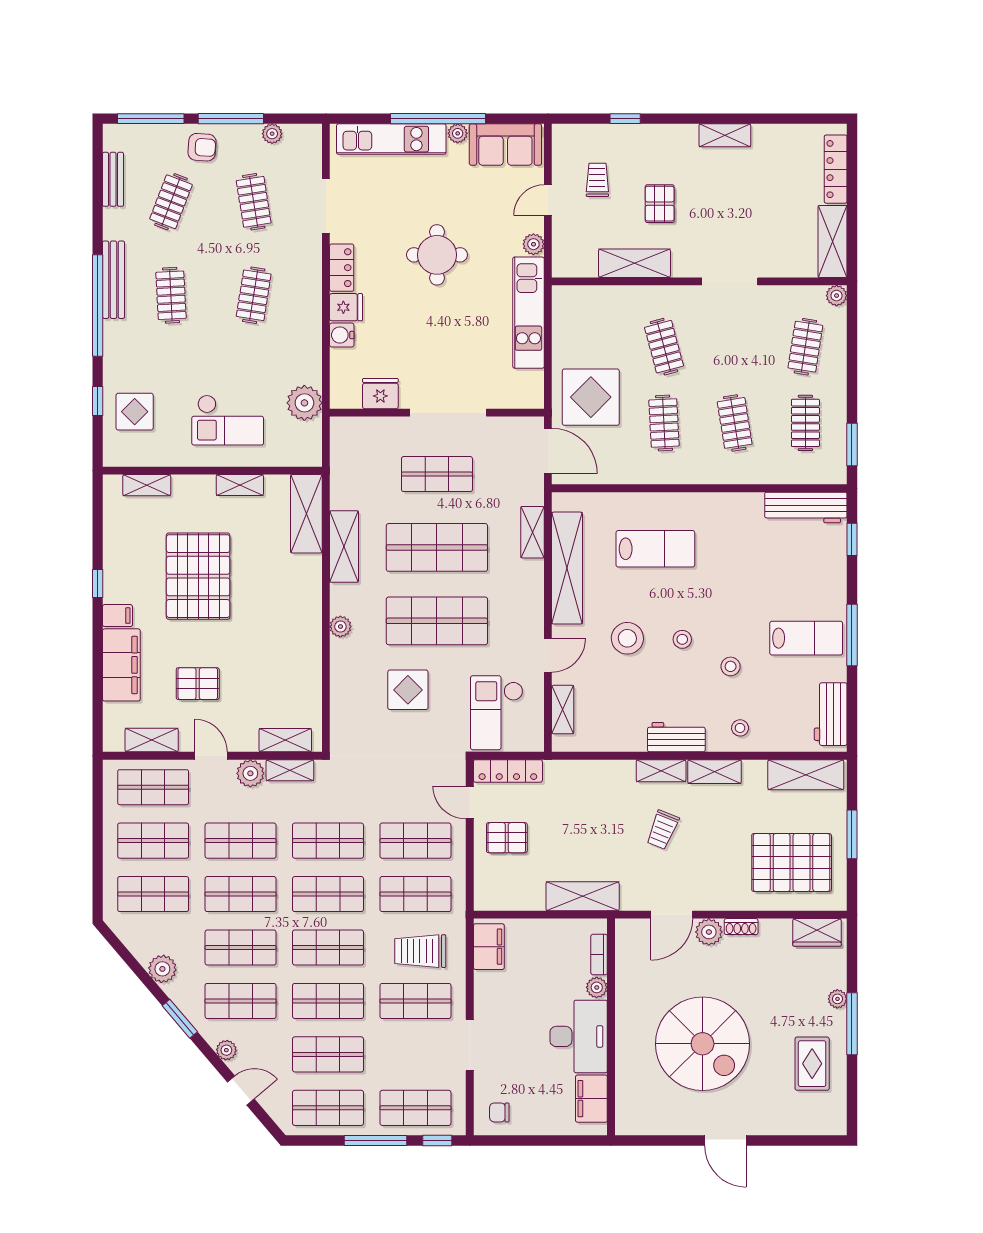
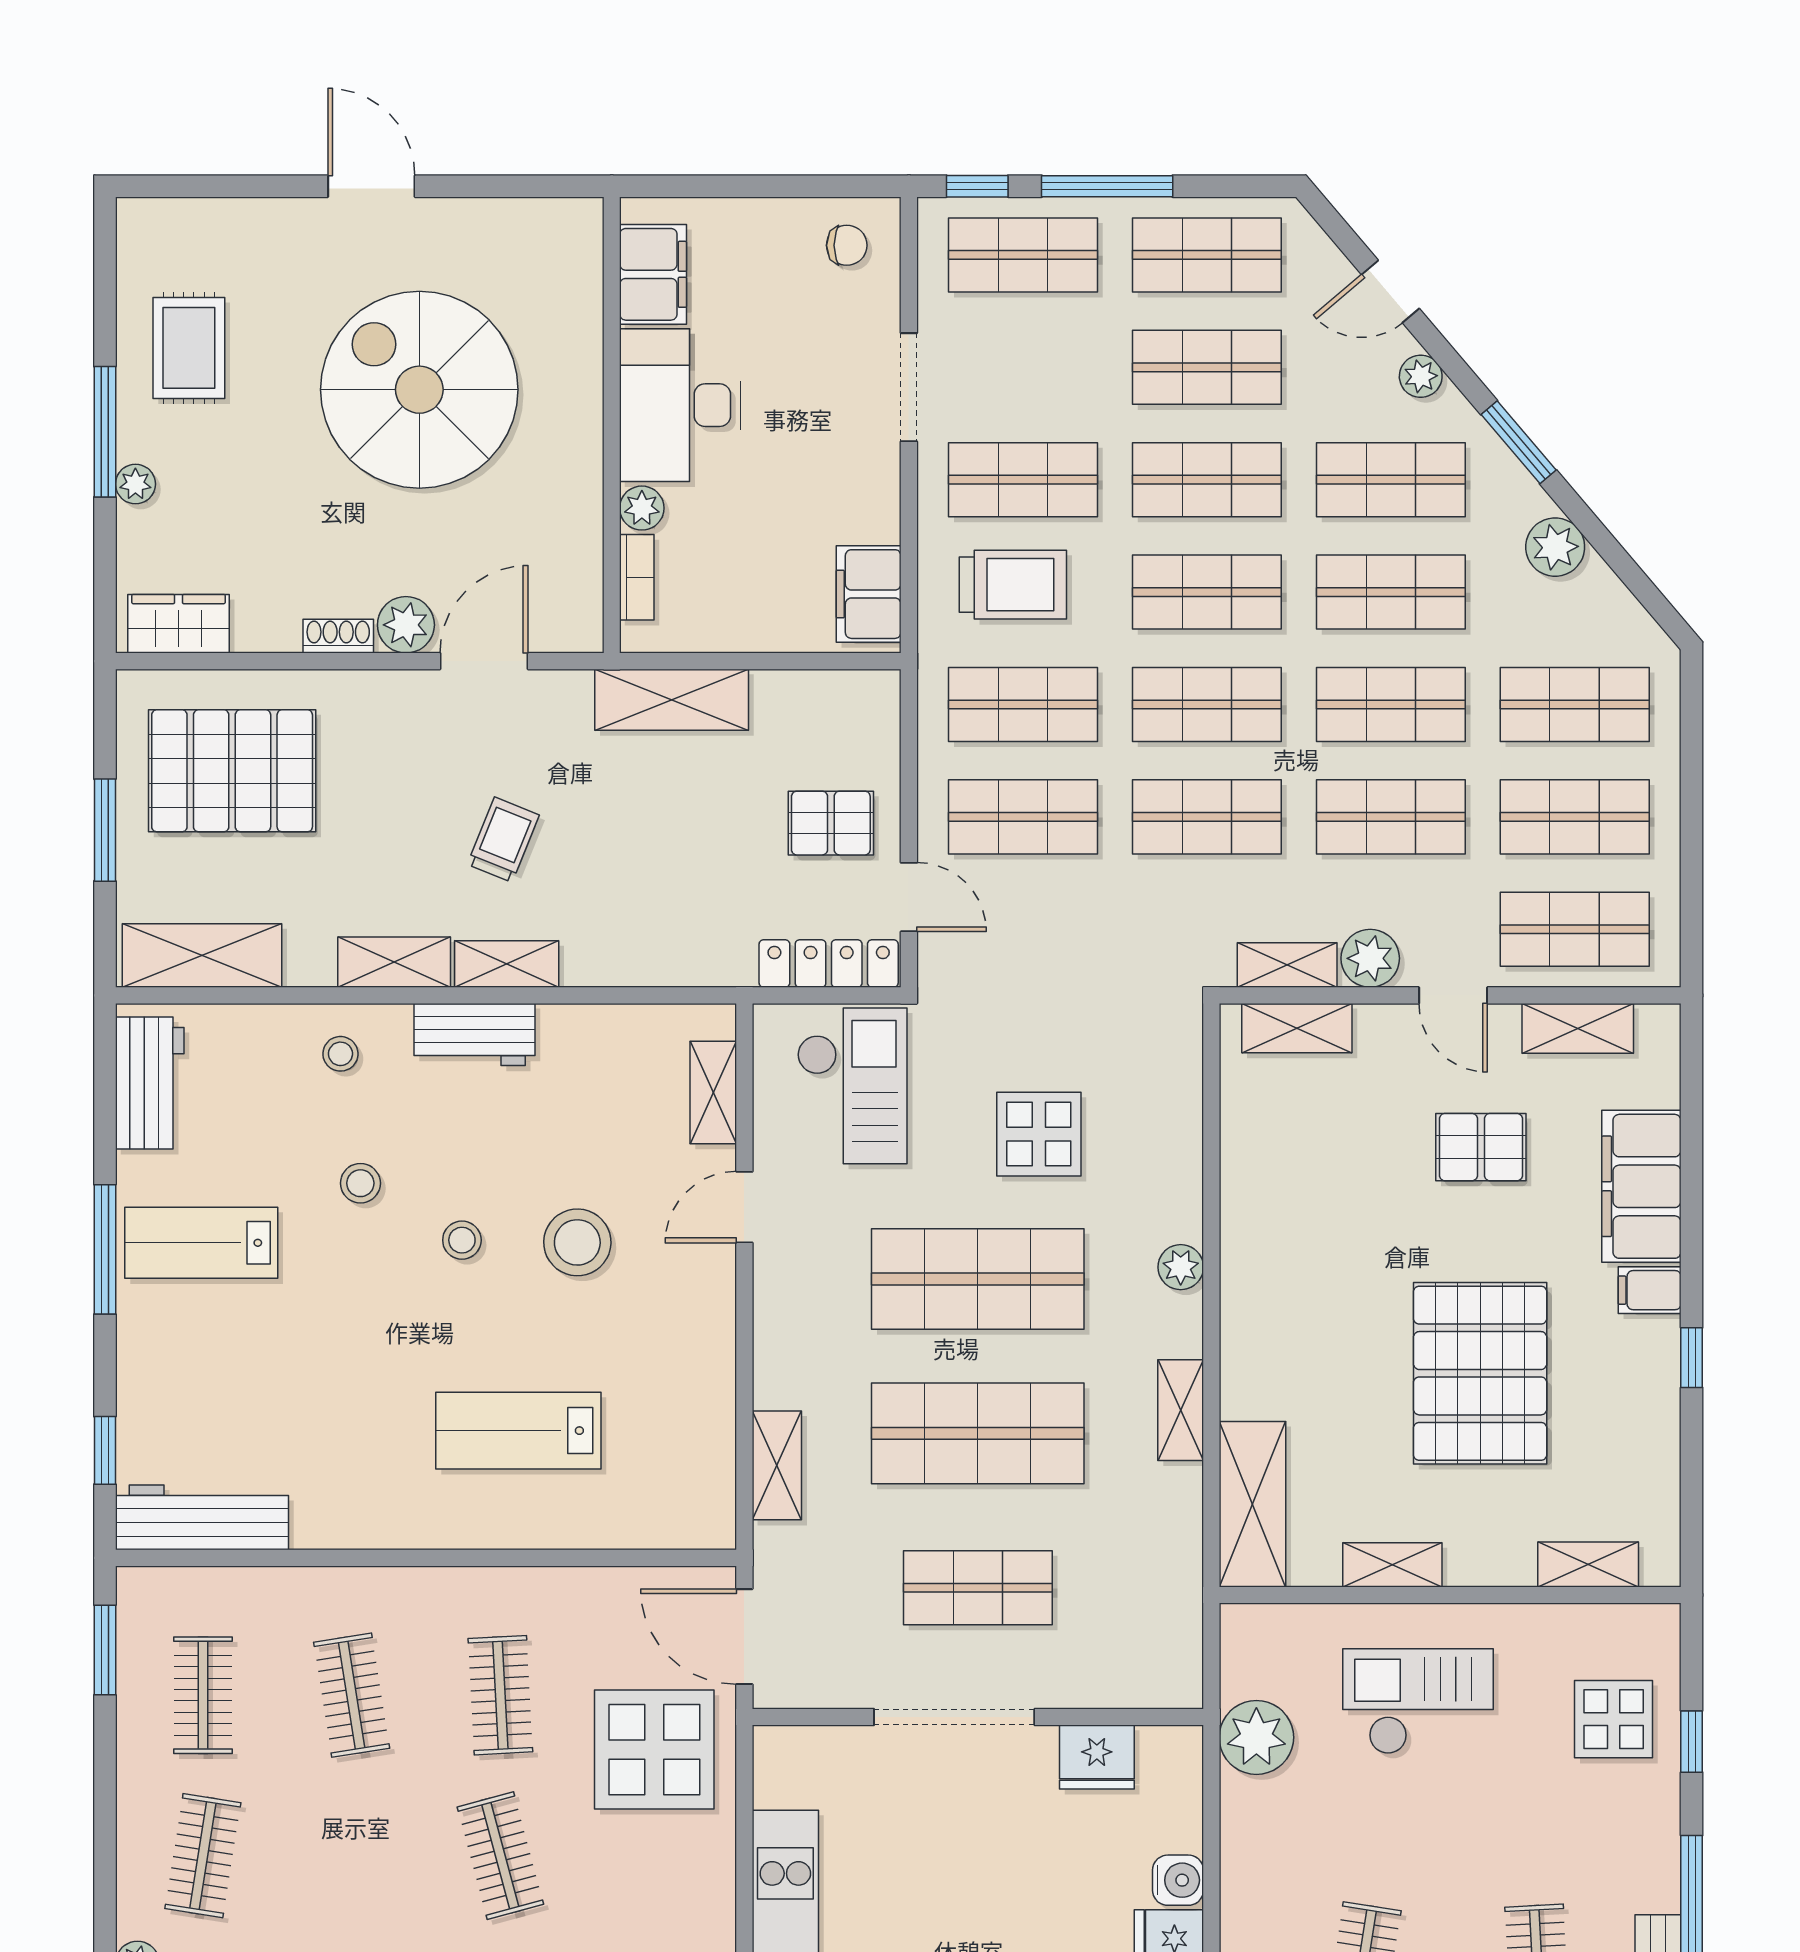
shelving: (344, 547) -> (1181, 1410), width x0.67, depth x0.75
shelving: (567, 568) -> (704, 1390), removed

